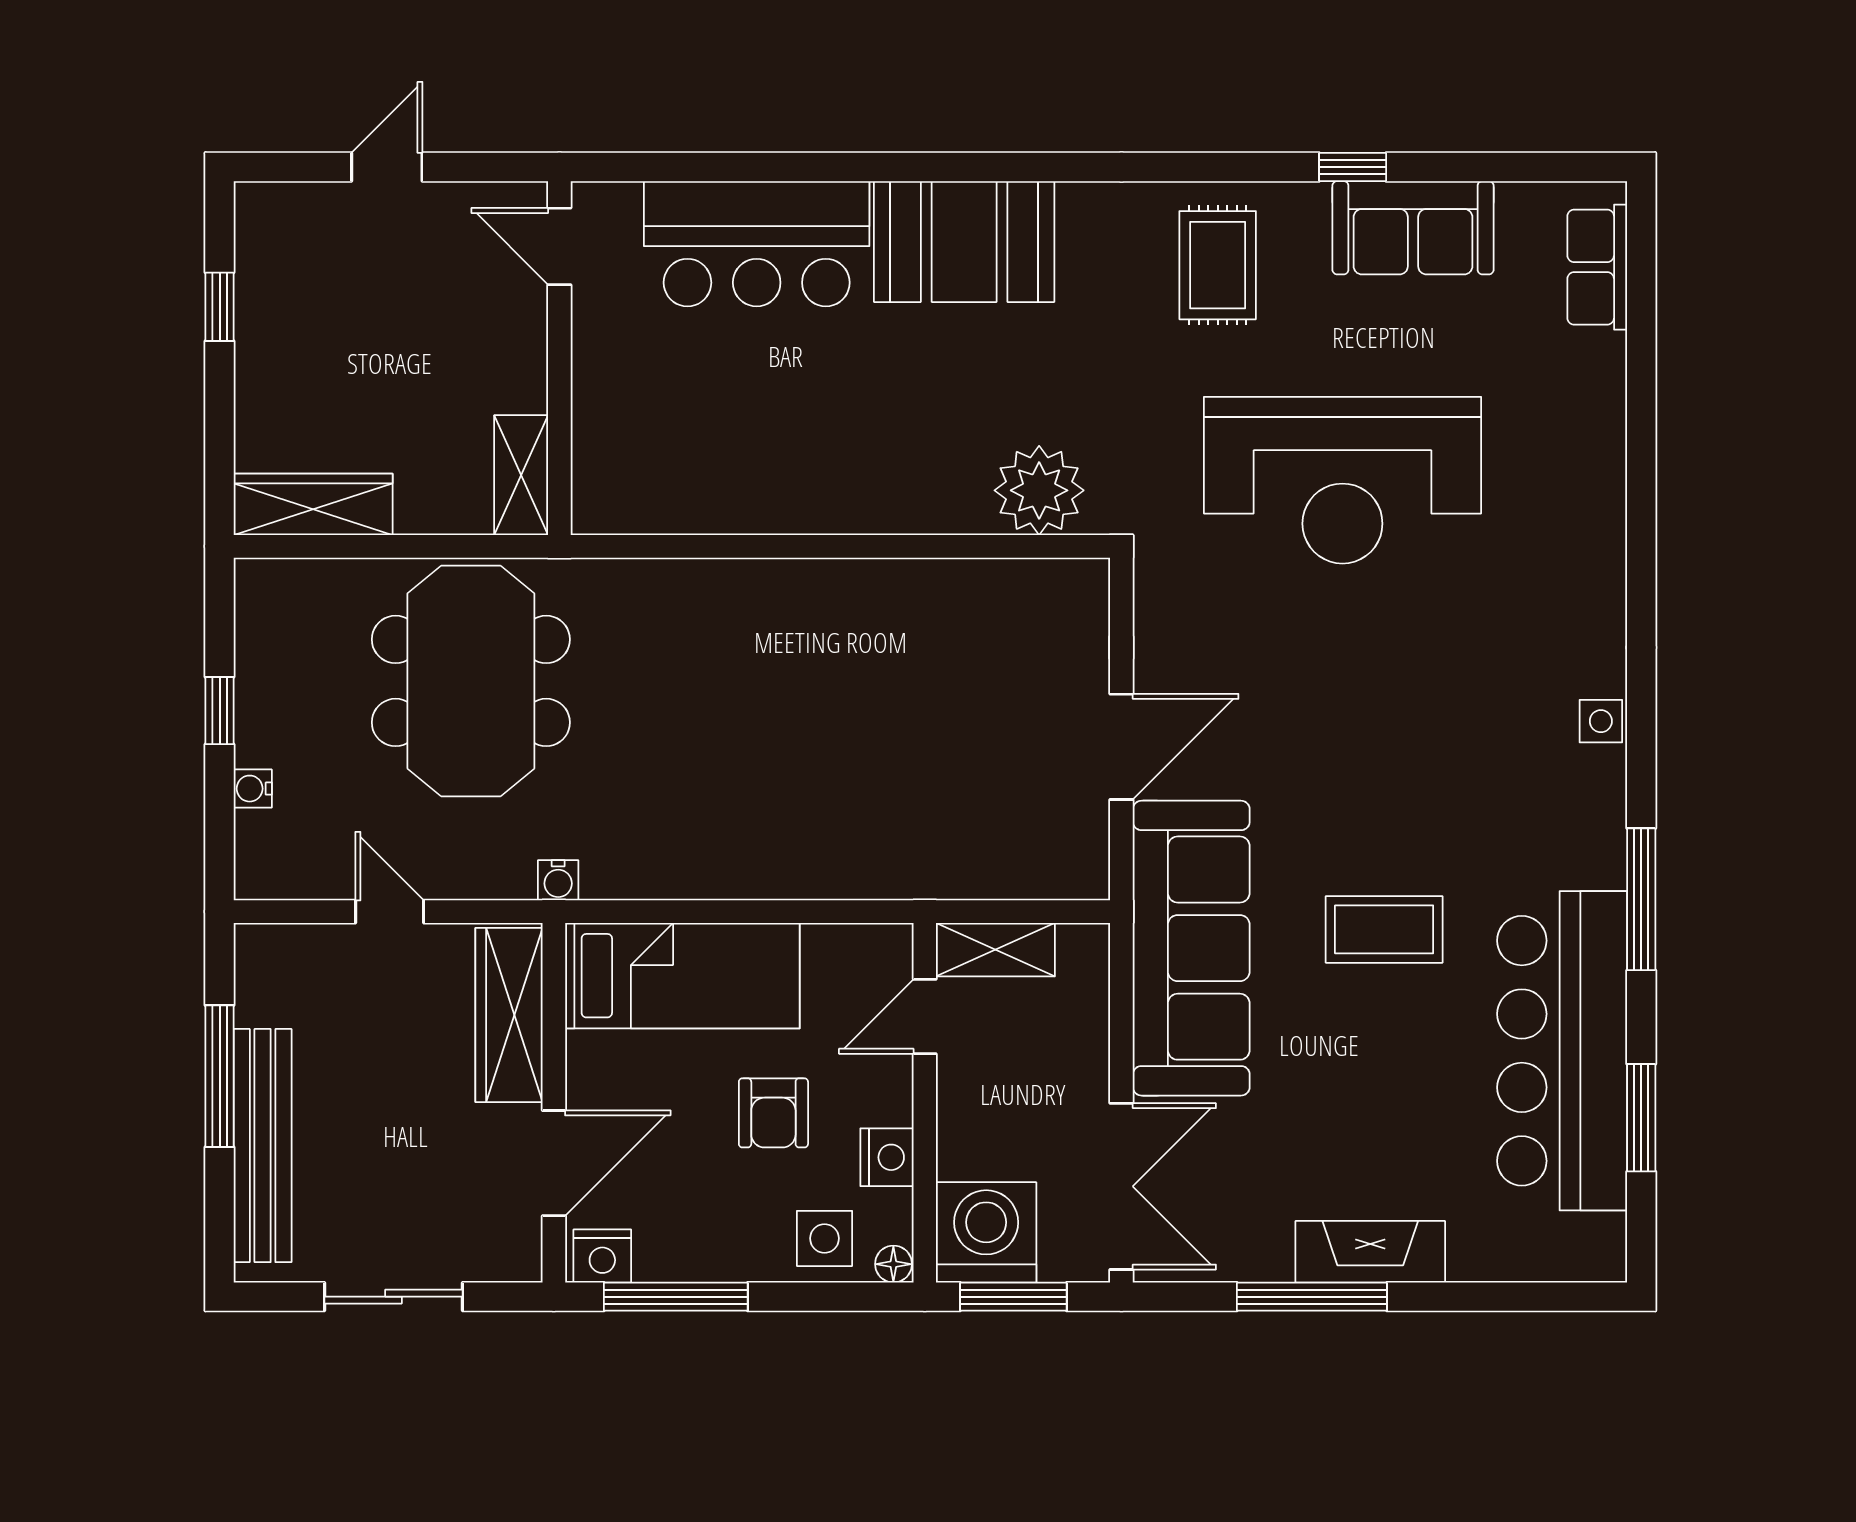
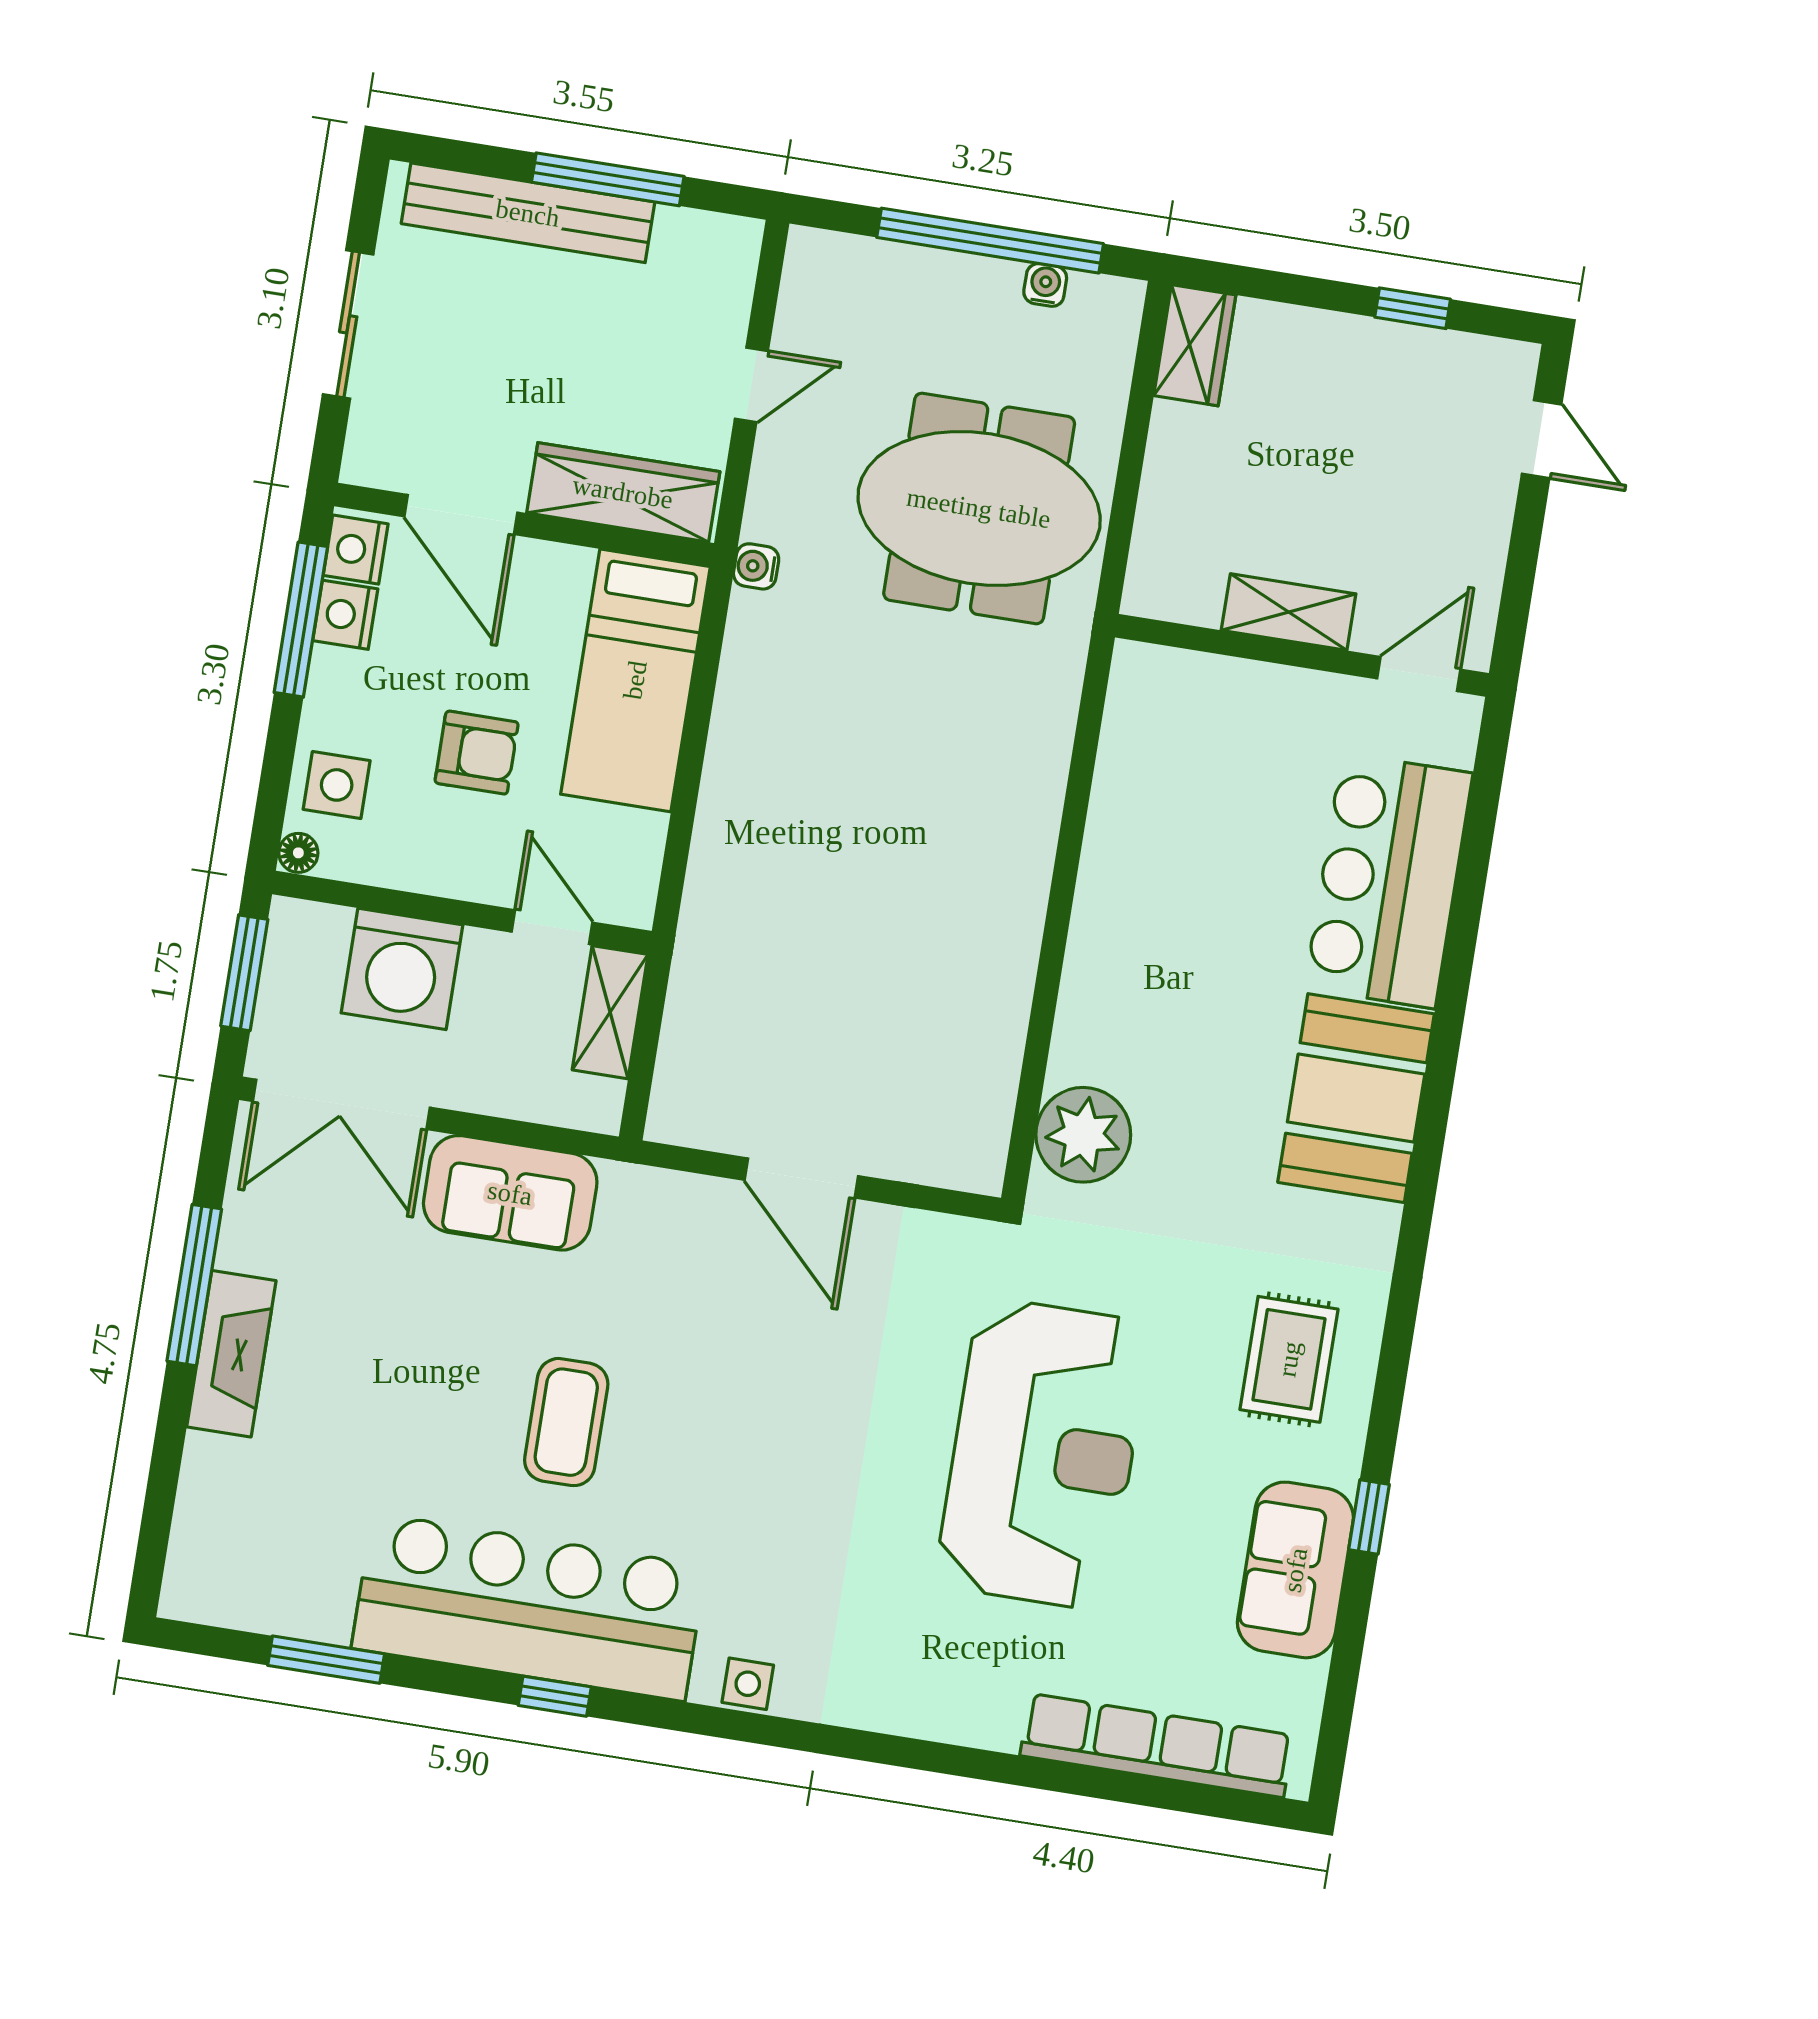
door: (387, 167) -> (1542, 439), moved
rug: (1218, 265) -> (1289, 1359), turned 90
row of seats: (1597, 267) -> (1157, 1745), width x2.02
shelving: (521, 475) -> (1289, 612), moved
reception desk: (1342, 480) -> (1043, 1454), turned 180
wardrobe: (313, 504) -> (1195, 345), width x0.67
window: (220, 711) -> (990, 241), width x3.17
water cooler: (253, 789) -> (1045, 285), moved
window: (1641, 899) -> (555, 1696), width x0.46
sofa: (1191, 948) -> (510, 1193), width x0.54, depth x0.79
bar counter: (1562, 1051) -> (529, 1607), moved
armchair: (773, 1113) -> (477, 753), turned 180
nightstand: (887, 1157) -> (345, 615), moved, turned 90
washing machine: (986, 1232) -> (402, 969), moved, turned 90

